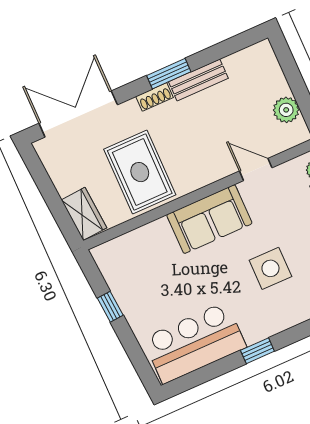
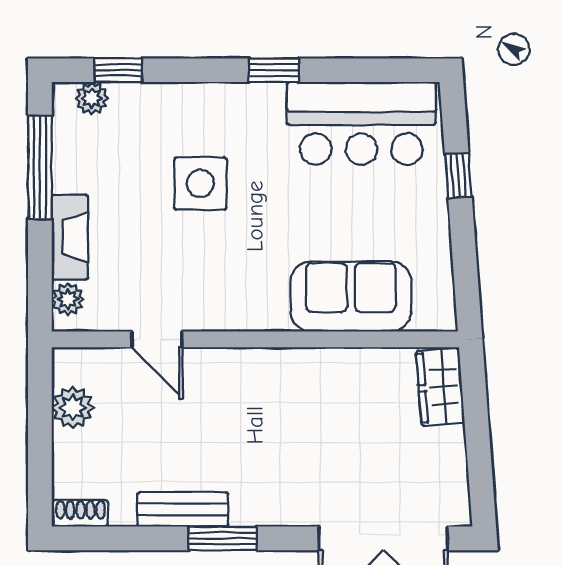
shoe rack: (155, 97) -> (80, 513), moved
rug: (140, 172) -> (330, 412), removed
sofa: (209, 219) -> (351, 297), moved
window: (110, 307) -> (458, 176), moved

